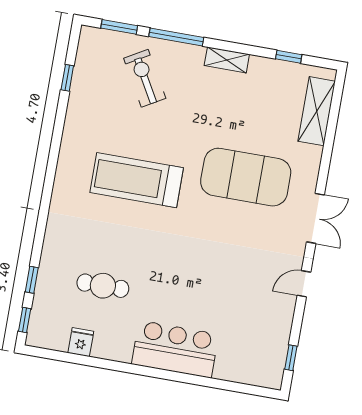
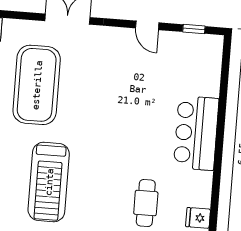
door: (304, 284) -> (147, 25), moved

